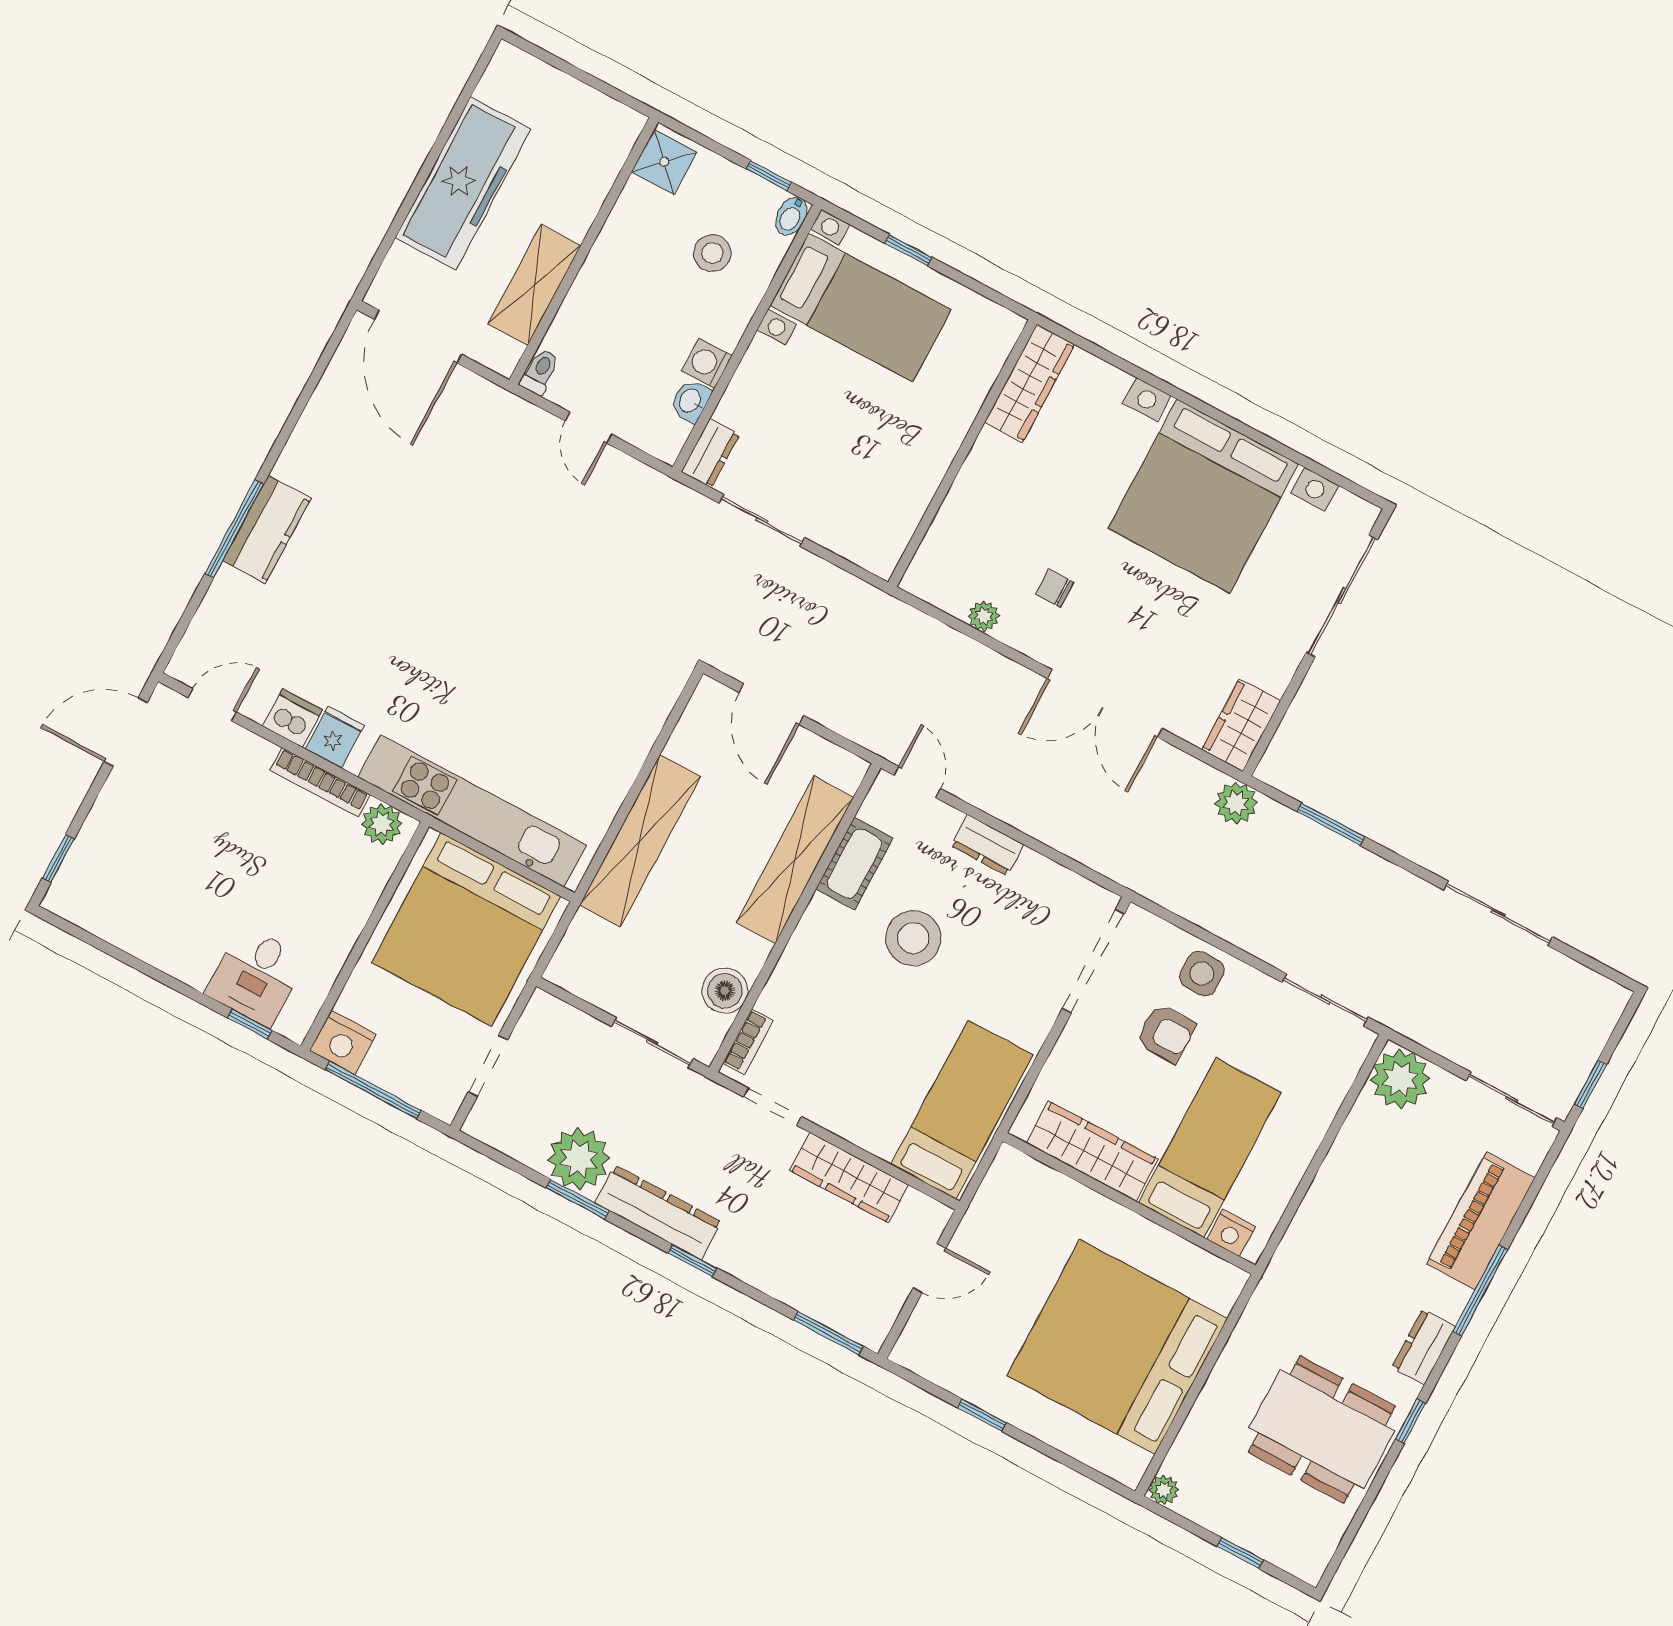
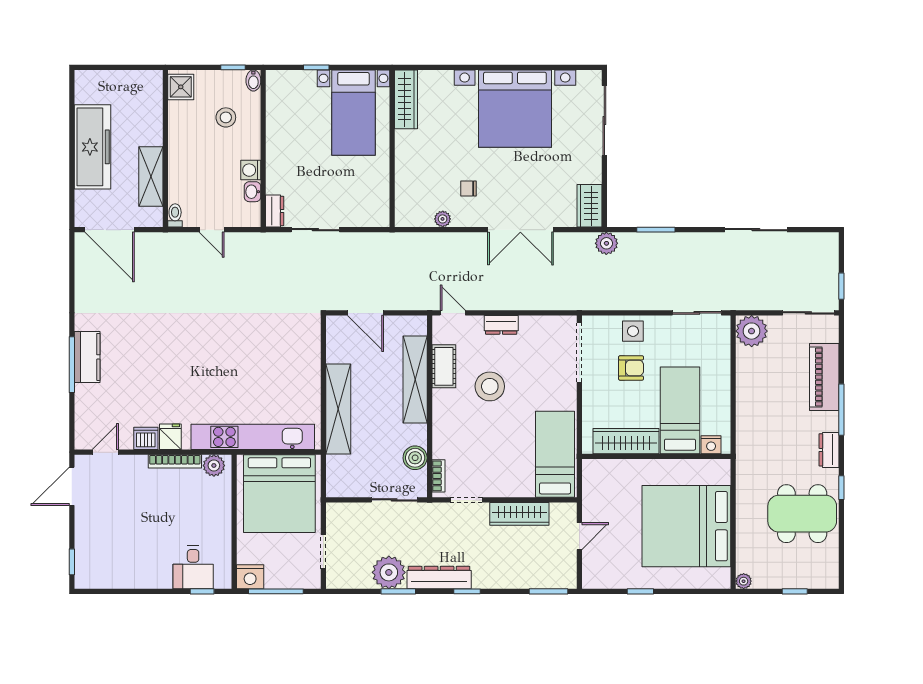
bed with nightstands: (861, 308) -> (353, 113), moved, turned 90

